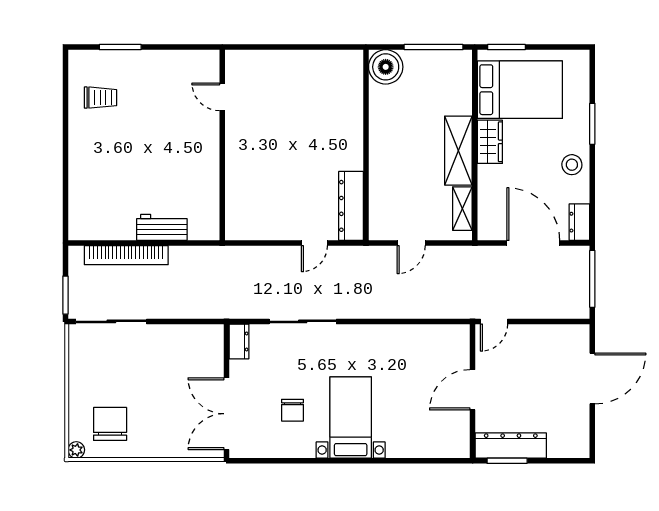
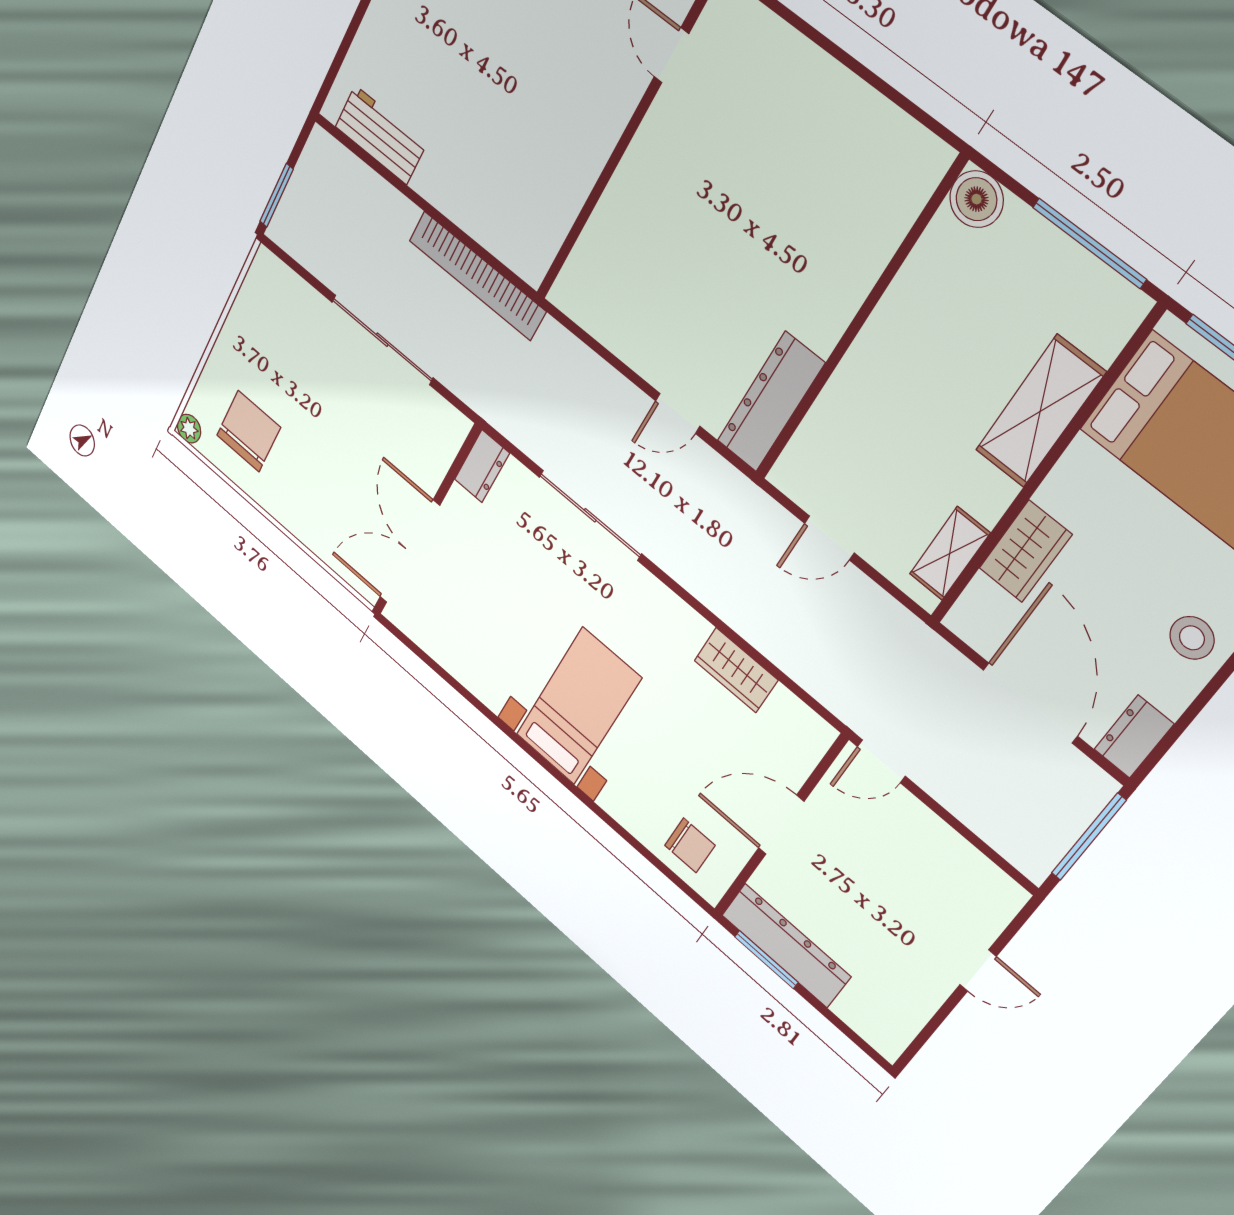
boiler: (386, 67) -> (977, 199), width x0.73, depth x0.73
wardrobe: (490, 142) -> (1025, 551), moved
shelving: (458, 151) -> (1040, 411), moved
workbench: (162, 227) -> (381, 135), moved
bookcase: (126, 255) -> (477, 276), moved
sliding door: (111, 321) -> (382, 340), moved
wardrobe: (409, 336) -> (736, 670), added
door: (592, 378) -> (978, 971), width x0.53
chair: (293, 410) -> (690, 845), moved, turned -90

